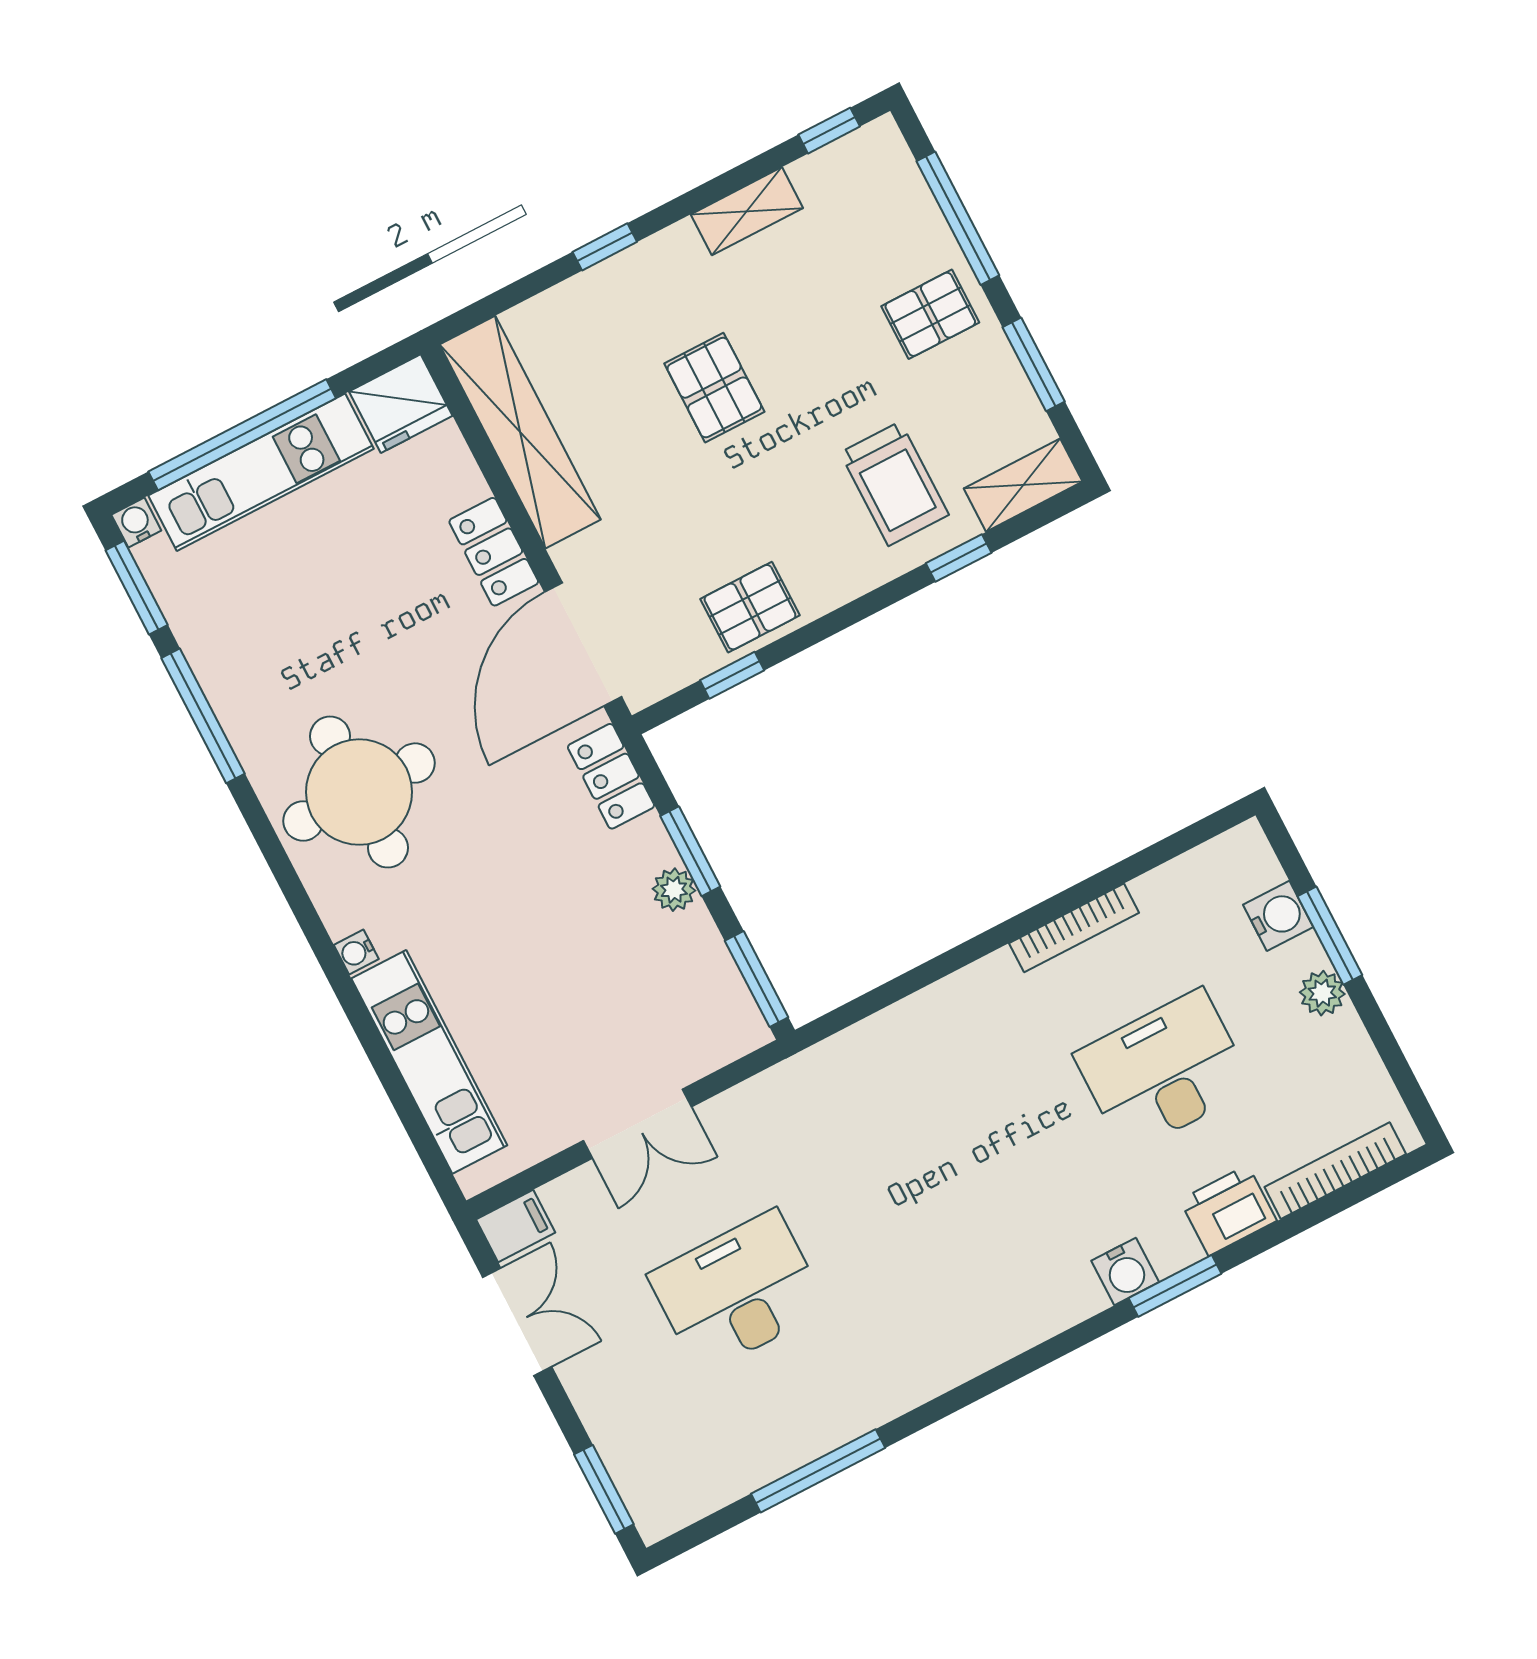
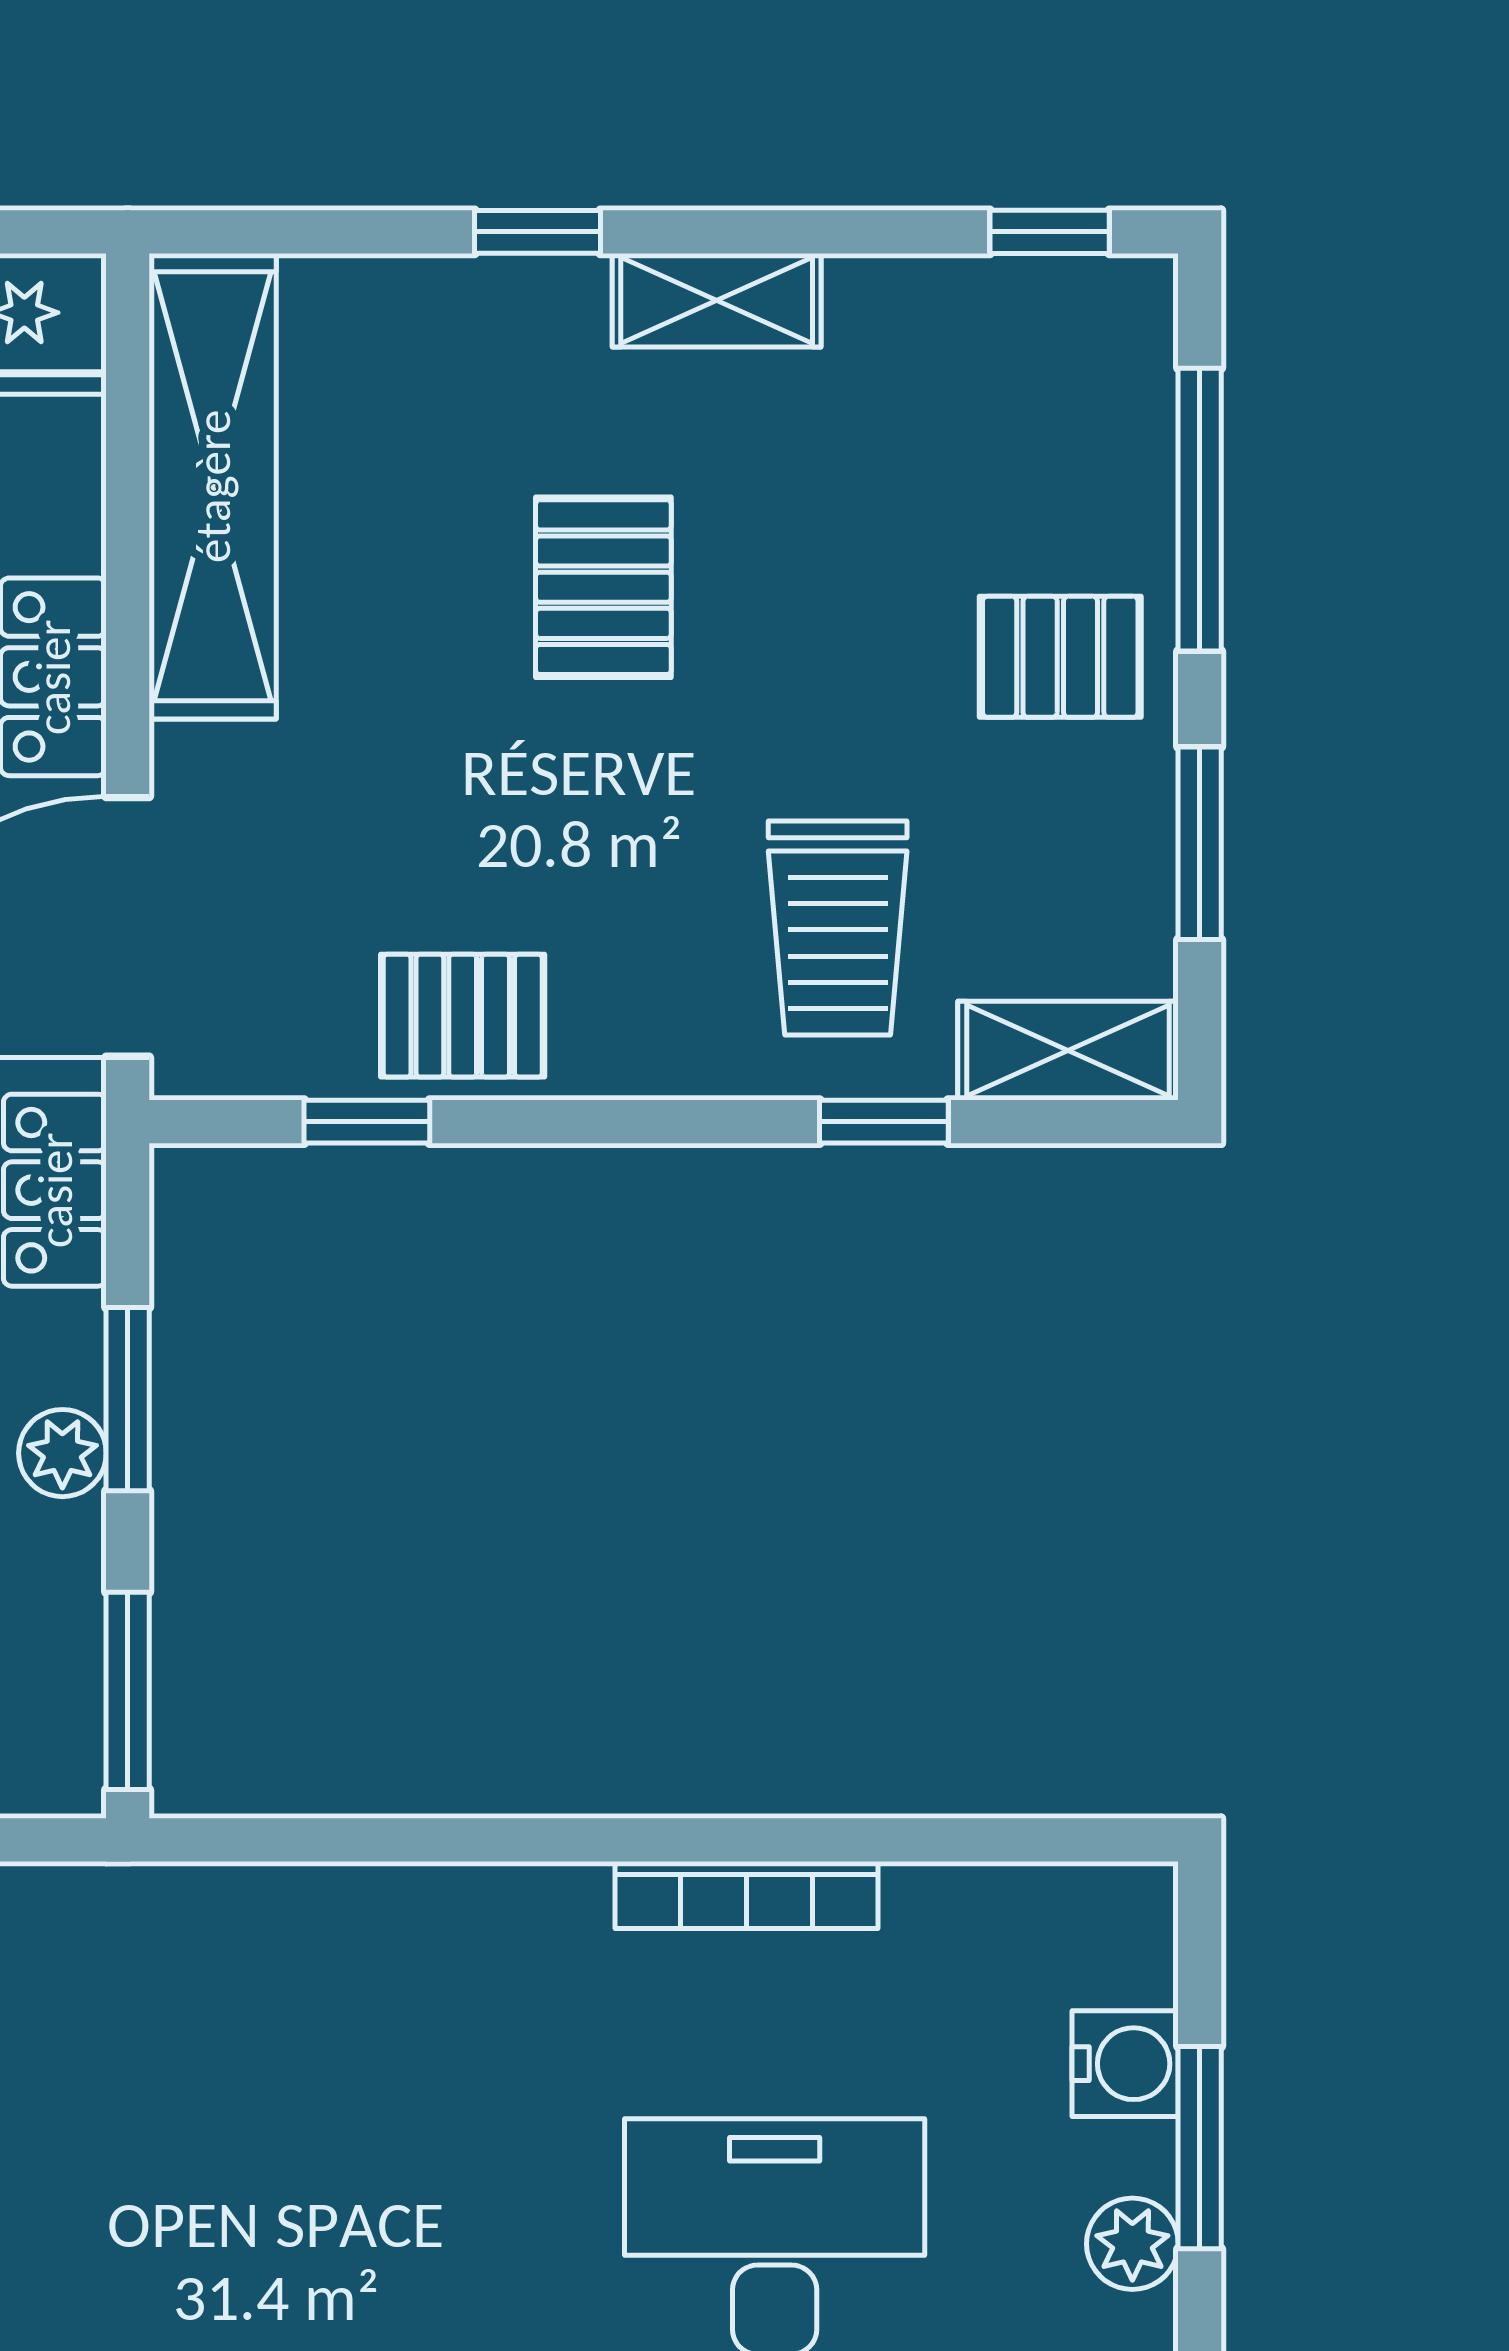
shelving: (747, 211) -> (717, 300), moved

